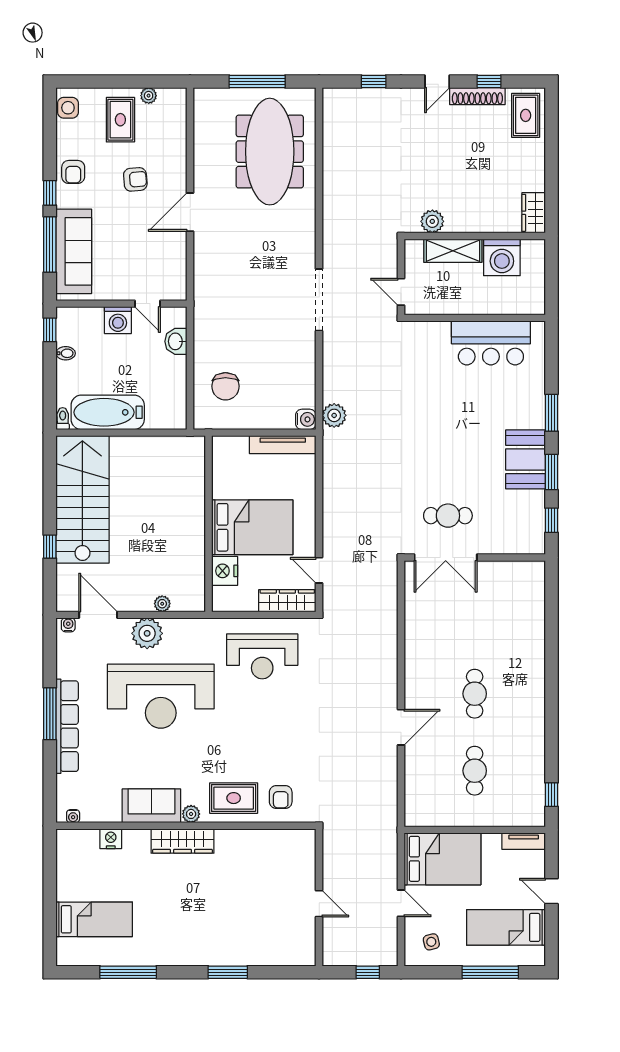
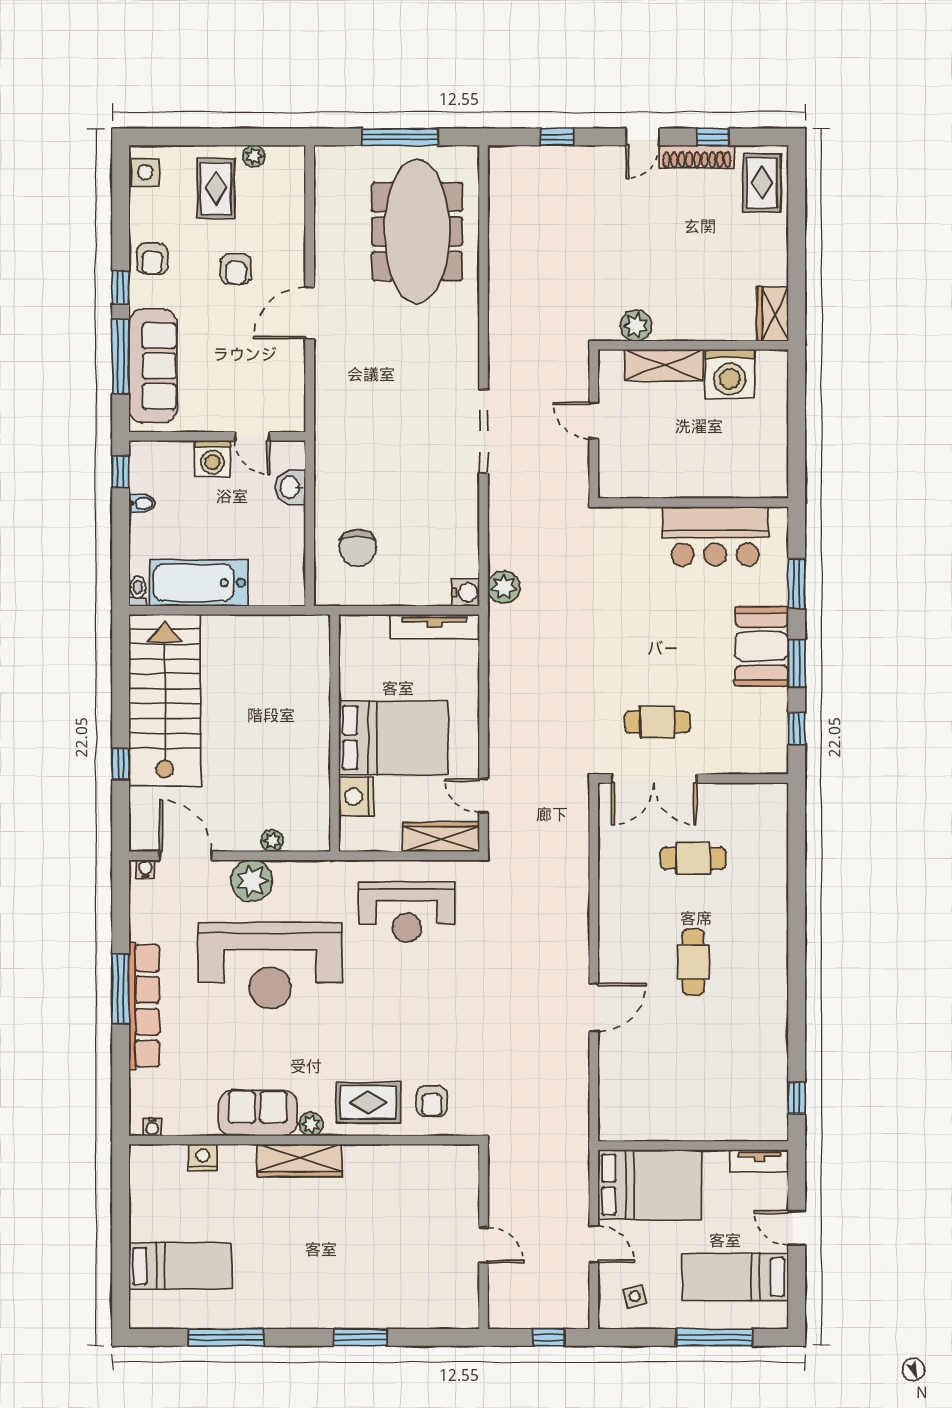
armchair: (135, 179) -> (236, 269), turned 95
wall: (475, 318) -> (693, 503), moved
bar counter: (491, 343) -> (715, 536), moved
cafe table: (475, 771) -> (693, 858), moved, turned 90

